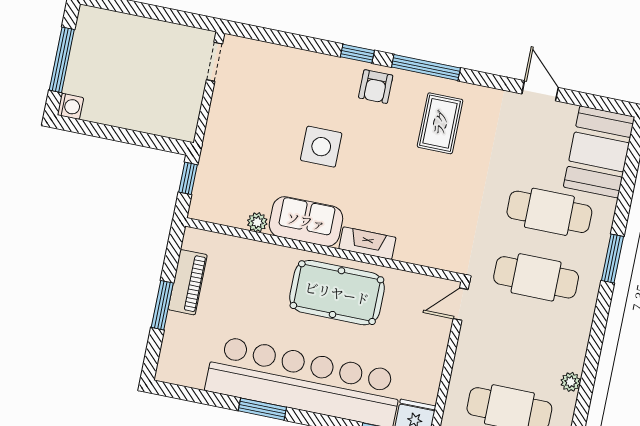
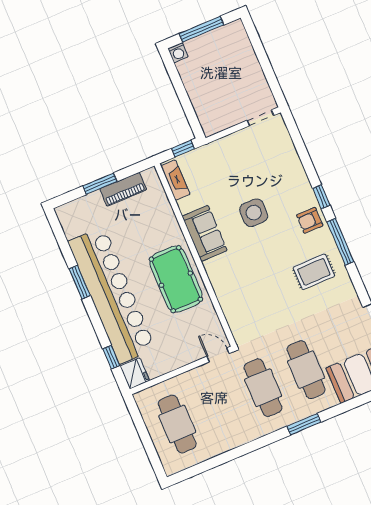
plant: (257, 222) -> (185, 206), removed
fireplace: (367, 243) -> (175, 180), moved
plant: (571, 382) -> (217, 449), removed

